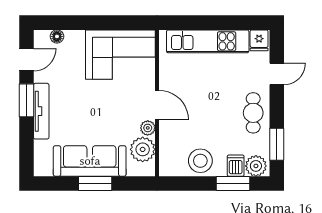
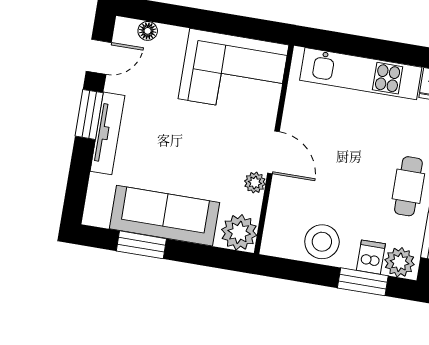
plant: (143, 149) -> (239, 232), moved
window: (95, 184) -> (141, 245), moved

